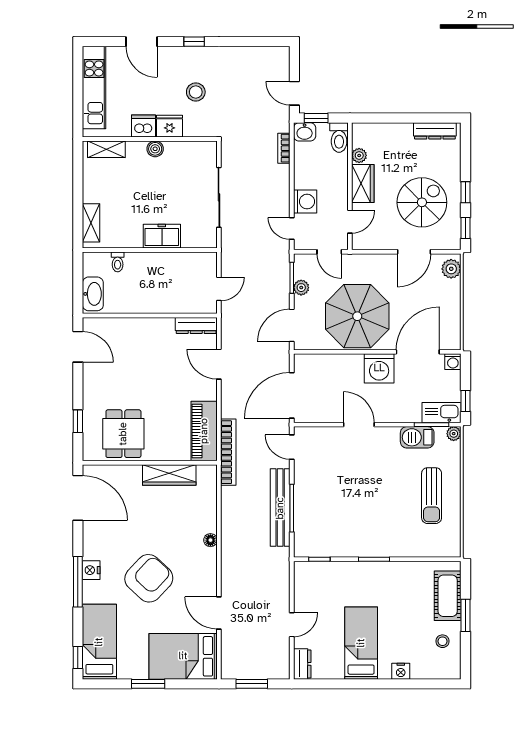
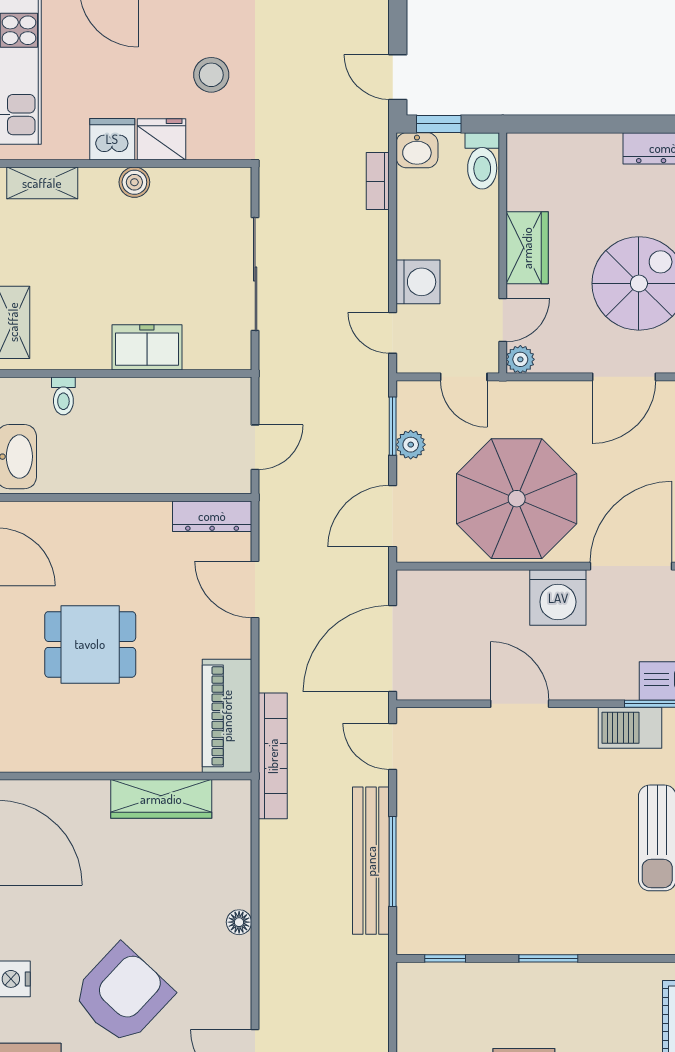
plant: (359, 155) -> (520, 359), moved
dining table: (123, 434) -> (90, 644), moved, turned 90

